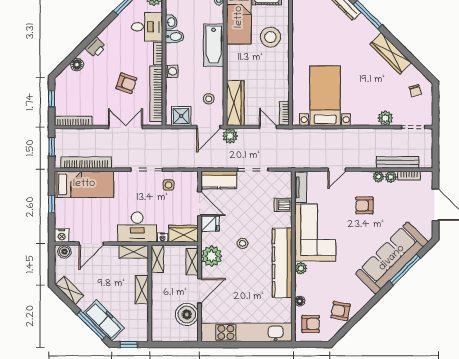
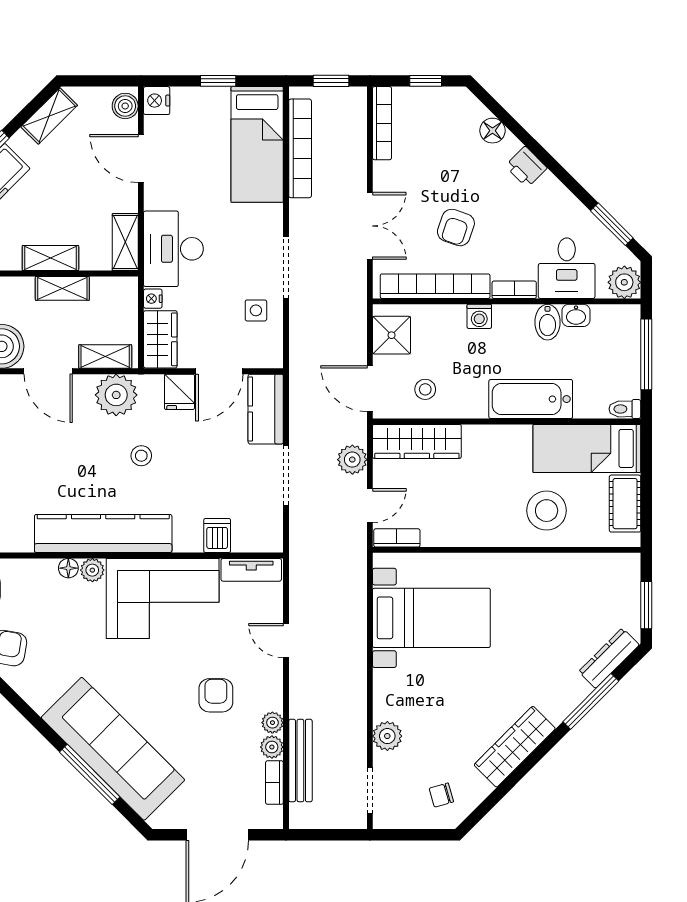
plant: (230, 136) -> (352, 460), moved
shelving: (157, 259) -> (62, 288), moved
floor lamp: (300, 301) -> (68, 568), moved

